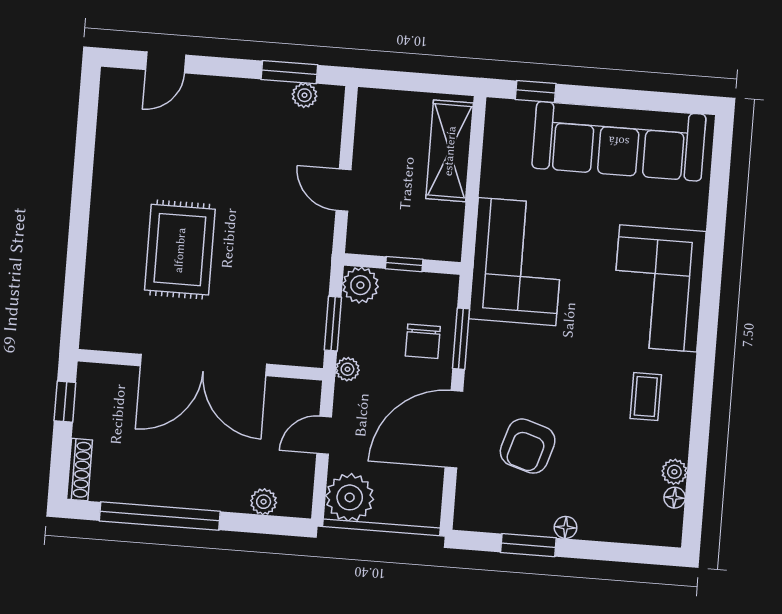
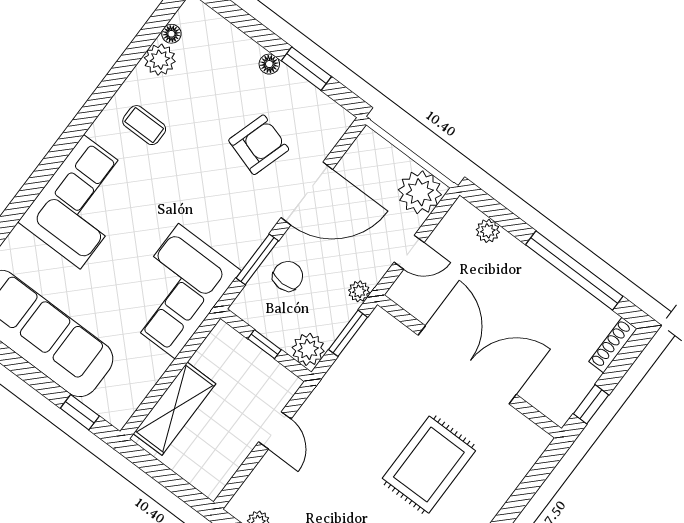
coffee table: (646, 397) -> (144, 125), turned 90
plant: (674, 472) -> (160, 60), width x1.38, depth x1.38

